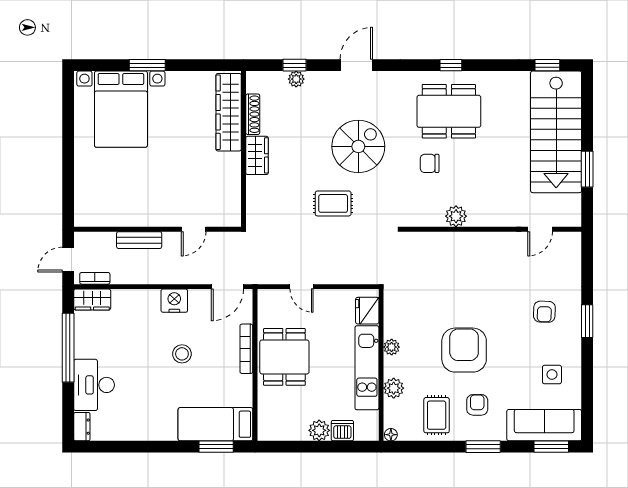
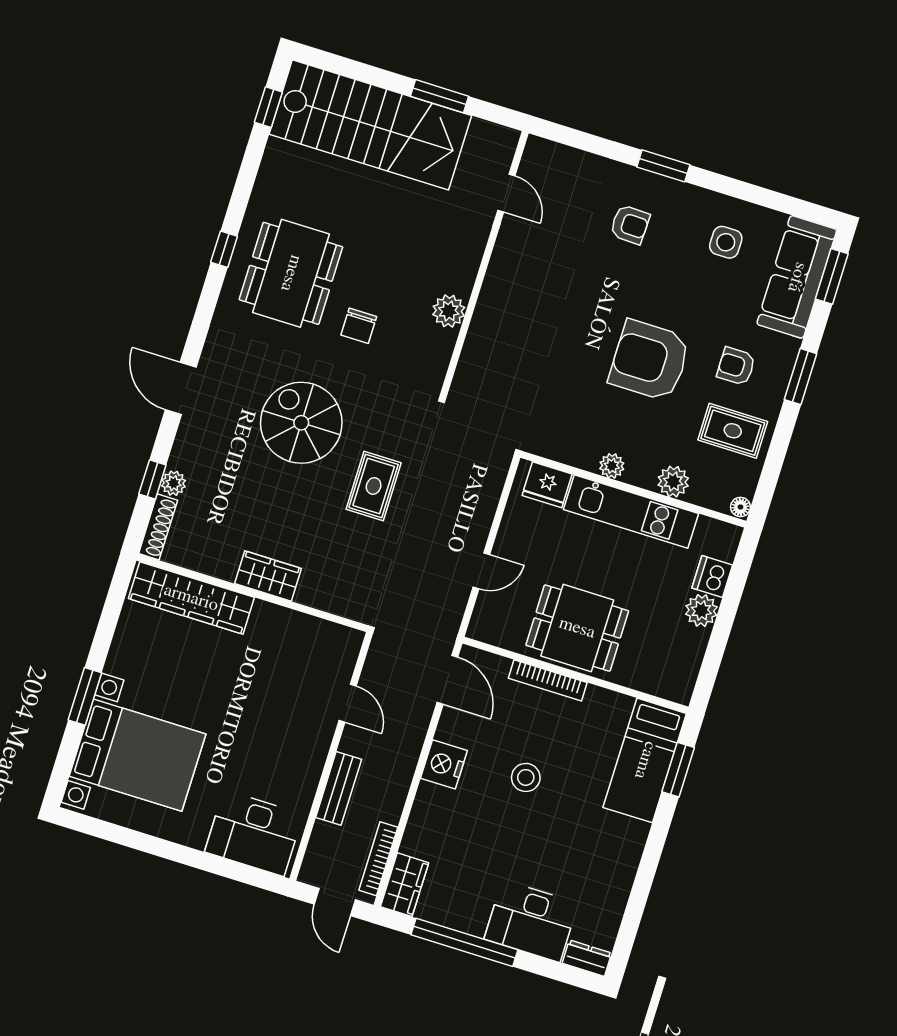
shoe rack: (253, 114) -> (158, 527), moved, turned 90
desk: (95, 196) -> (254, 833), added
bookcase: (95, 278) -> (378, 859), width x1.56

